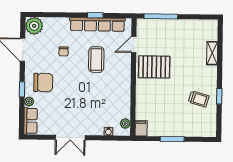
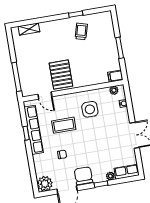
shelving: (212, 53) -> (29, 29), moved
chair: (43, 82) -> (83, 176), moved
side table: (109, 92) -> (90, 109), added

